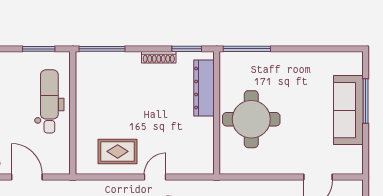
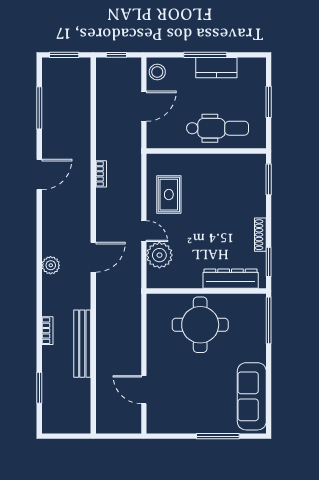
window: (39, 49) -> (269, 102), moved
window: (102, 49) -> (269, 179), width x0.69
sofa: (348, 110) -> (252, 396), moved, turned -90
plant: (180, 161) -> (159, 255), added

